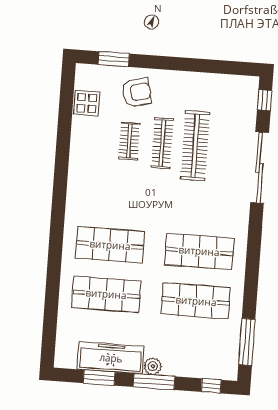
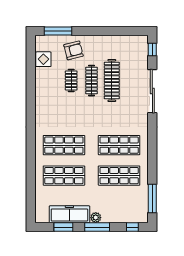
window: (114, 59) -> (58, 31), width x1.44

